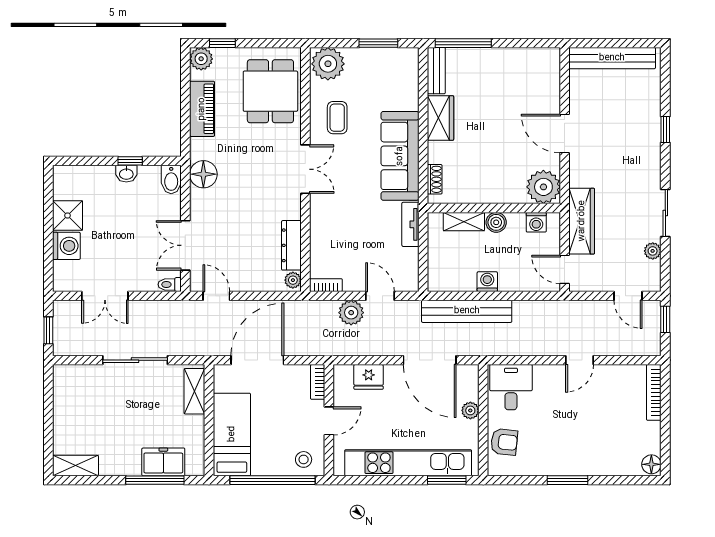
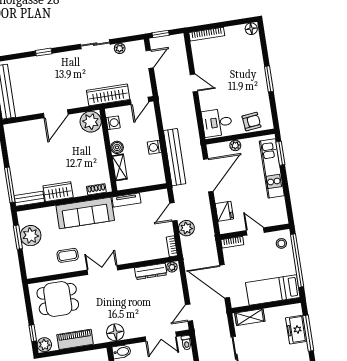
plant: (328, 64) -> (31, 236), moved
armchair: (504, 442) -> (251, 122), turned 78
kitchen unit: (408, 463) -> (272, 168), width x0.73

